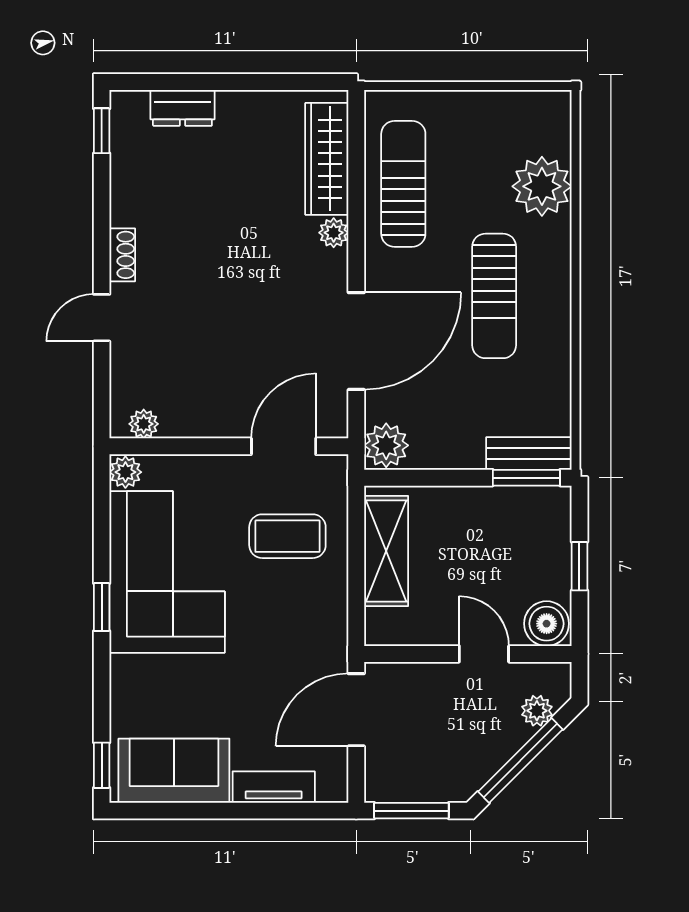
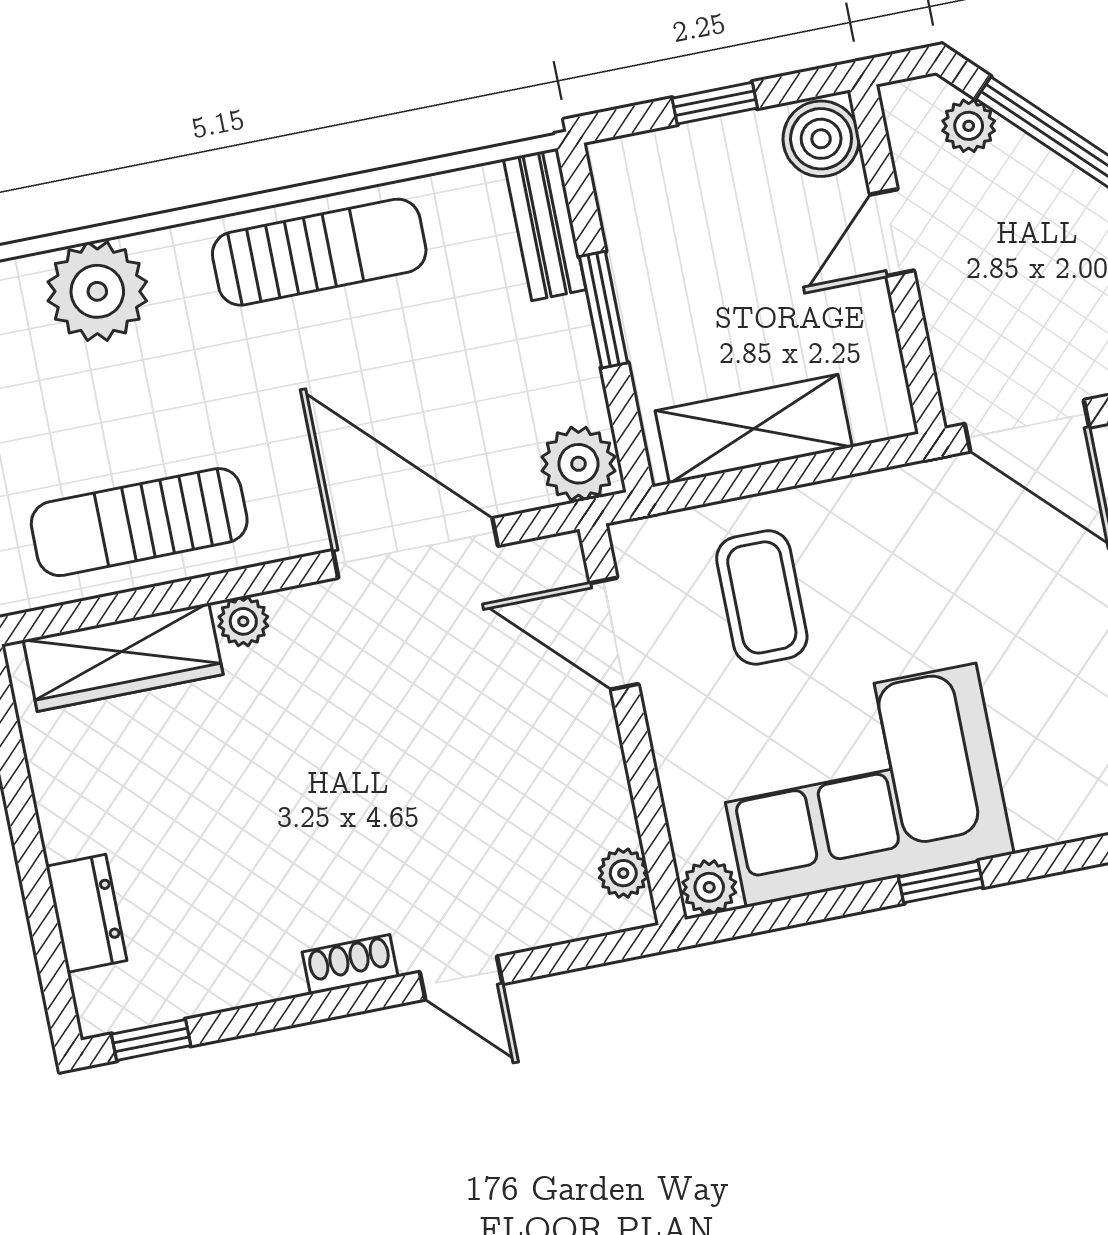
sun lounger: (494, 296) -> (319, 252), moved
window: (526, 478) -> (603, 310), moved

